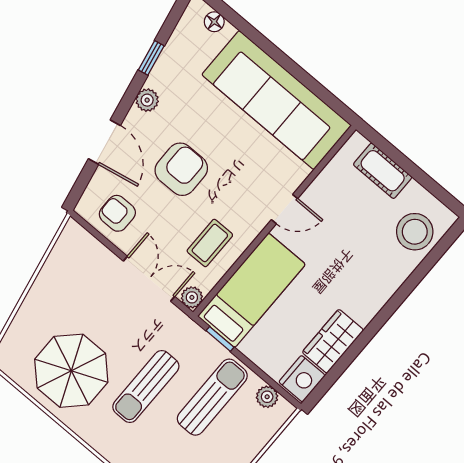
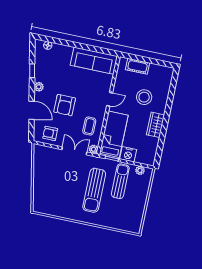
sofa: (277, 100) -> (94, 61), width x0.74, depth x0.79
armchair: (181, 169) -> (65, 105), turned 180
stool: (415, 232) -> (144, 97), moved
wardrobe: (333, 341) -> (156, 125), moved
parasol: (71, 371) -> (64, 199), removed
nightstand: (302, 379) -> (128, 154), moved, turned 90
sun lounger: (146, 386) -> (94, 190), width x1.36, depth x1.34

